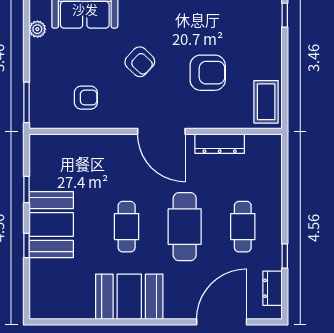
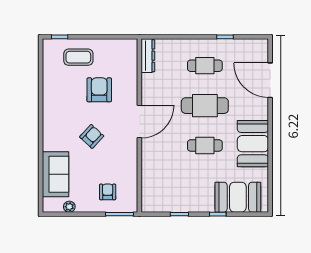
armchair: (86, 98) -> (108, 192), moved
coffee table: (266, 102) -> (78, 57), moved
dresser: (220, 144) -> (148, 56), moved
booth: (51, 225) -> (238, 197), moved
dresser: (273, 288) -> (247, 45), removed

